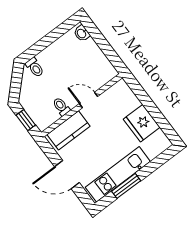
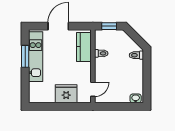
door: (89, 100) -> (93, 89), moved
fridge: (142, 123) -> (66, 94), moved

